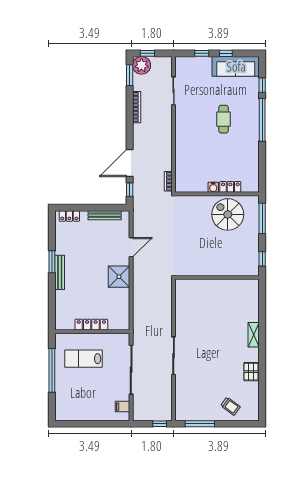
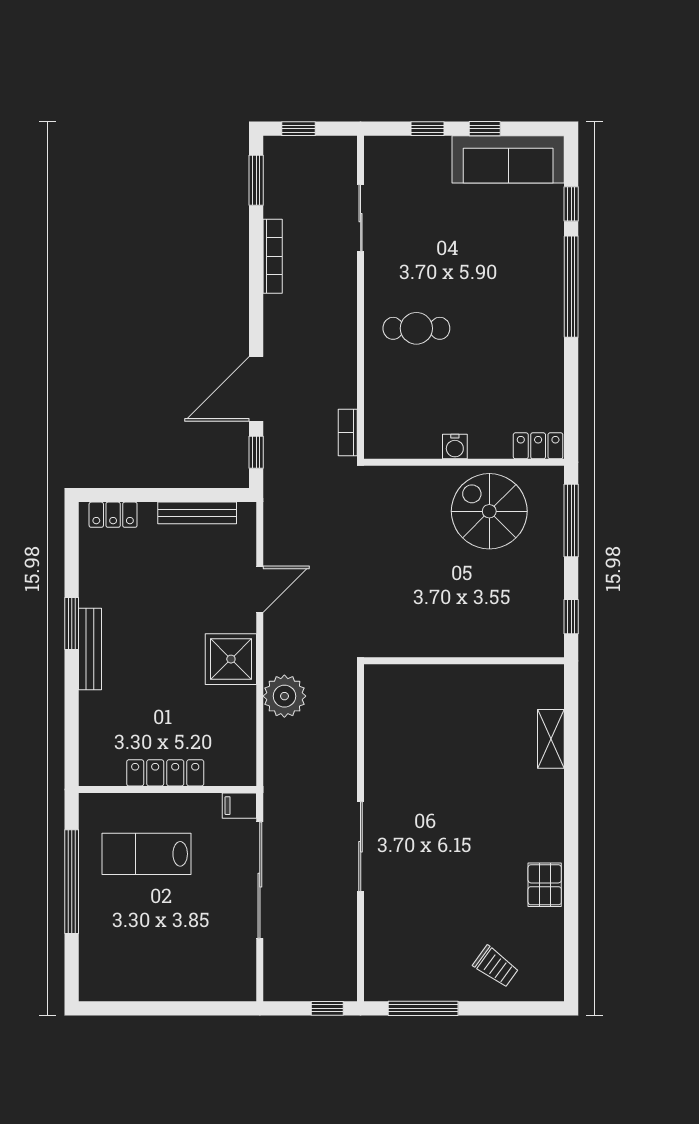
plant: (142, 65) -> (284, 696), moved
cafe table: (224, 119) -> (416, 328), moved, turned 90
locker: (230, 187) -> (538, 446), moved
shelving: (254, 335) -> (551, 739), moved
filing cabinet: (123, 407) -> (239, 806), moved

